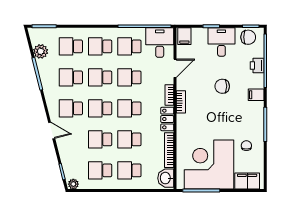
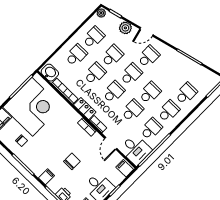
plant: (41, 51) -> (125, 28), moved
school desk: (71, 77) -> (167, 75), removed

